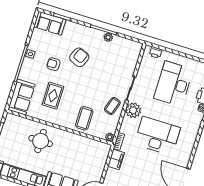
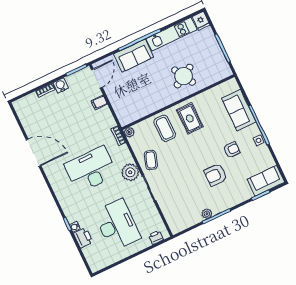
armchair: (79, 57) -> (215, 175), turned 67
rug: (53, 96) -> (190, 118), moved
sofa: (21, 97) -> (239, 110), moved
desk: (157, 136) -> (91, 170), turned 180
round table: (41, 141) -> (184, 76), turned -30
filing cabinet: (116, 160) -> (99, 103), moved, width x0.50

